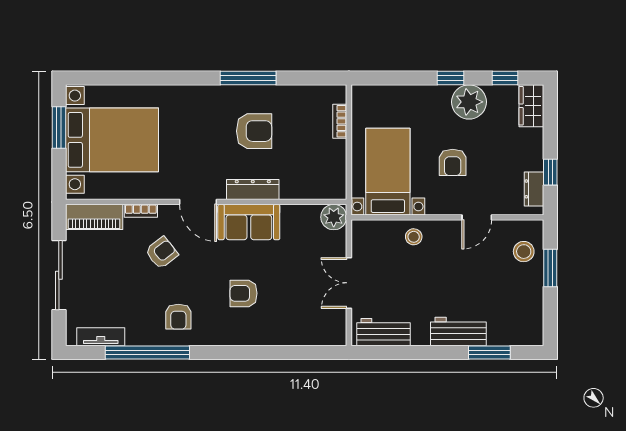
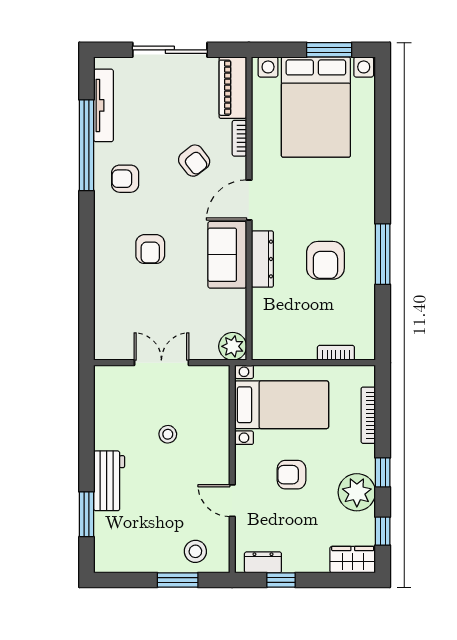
bookcase: (398, 91) -> (368, 415), added
stool: (414, 237) -> (168, 434), moved
armchair: (244, 293) -> (150, 249), turned 180
workbench: (383, 332) -> (109, 400), removed
tv unit: (101, 337) -> (103, 105), width x1.41

